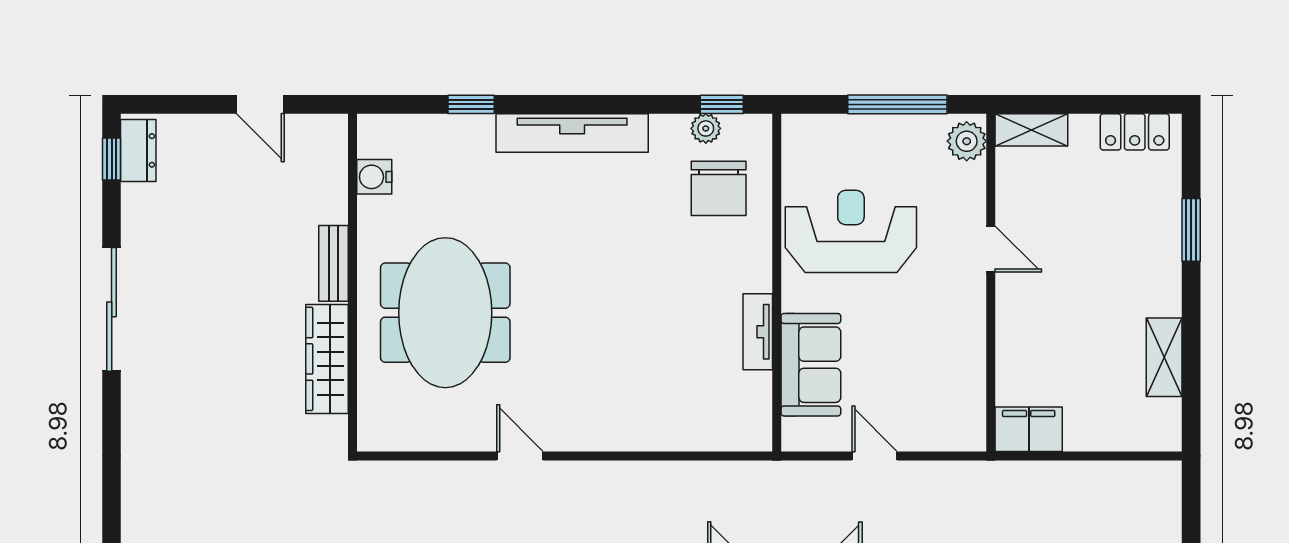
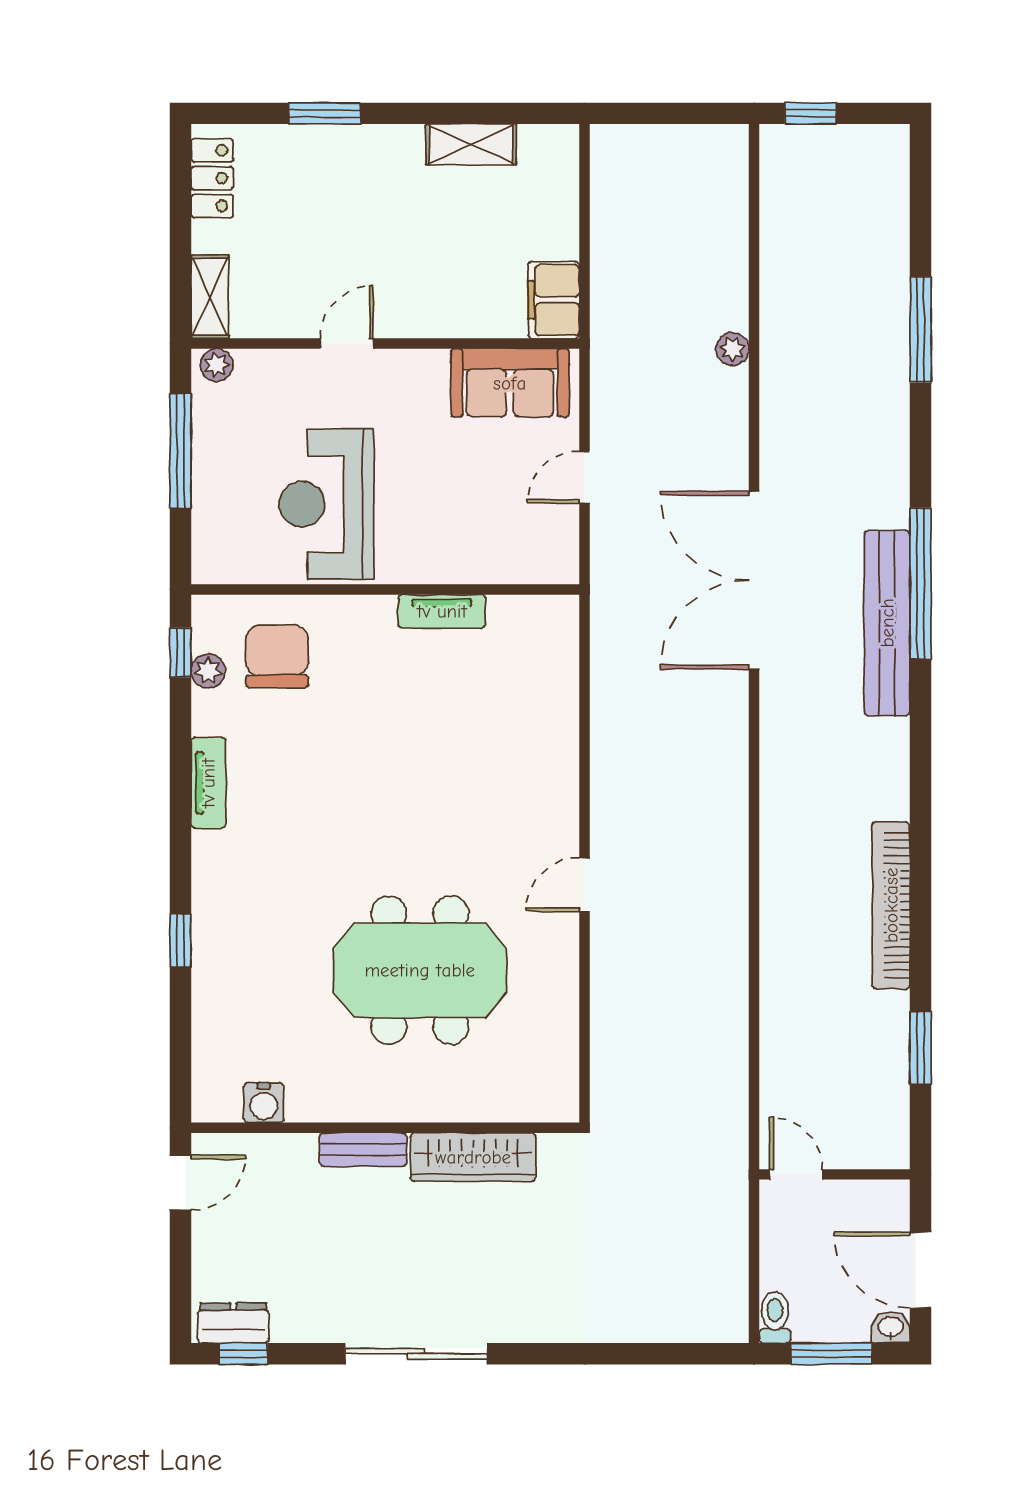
tv unit: (572, 133) -> (208, 783), width x0.52, depth x0.78
plant: (967, 141) -> (217, 365), width x0.73, depth x0.73
water cooler: (374, 177) -> (264, 1103), moved
chair: (719, 188) -> (277, 656), turned -90
bench: (333, 263) -> (363, 1150), moved
wall: (352, 283) -> (385, 1128), moved
wardrobe: (327, 359) -> (473, 1157), moved
sofa: (811, 365) -> (510, 383), moved, turned 180

